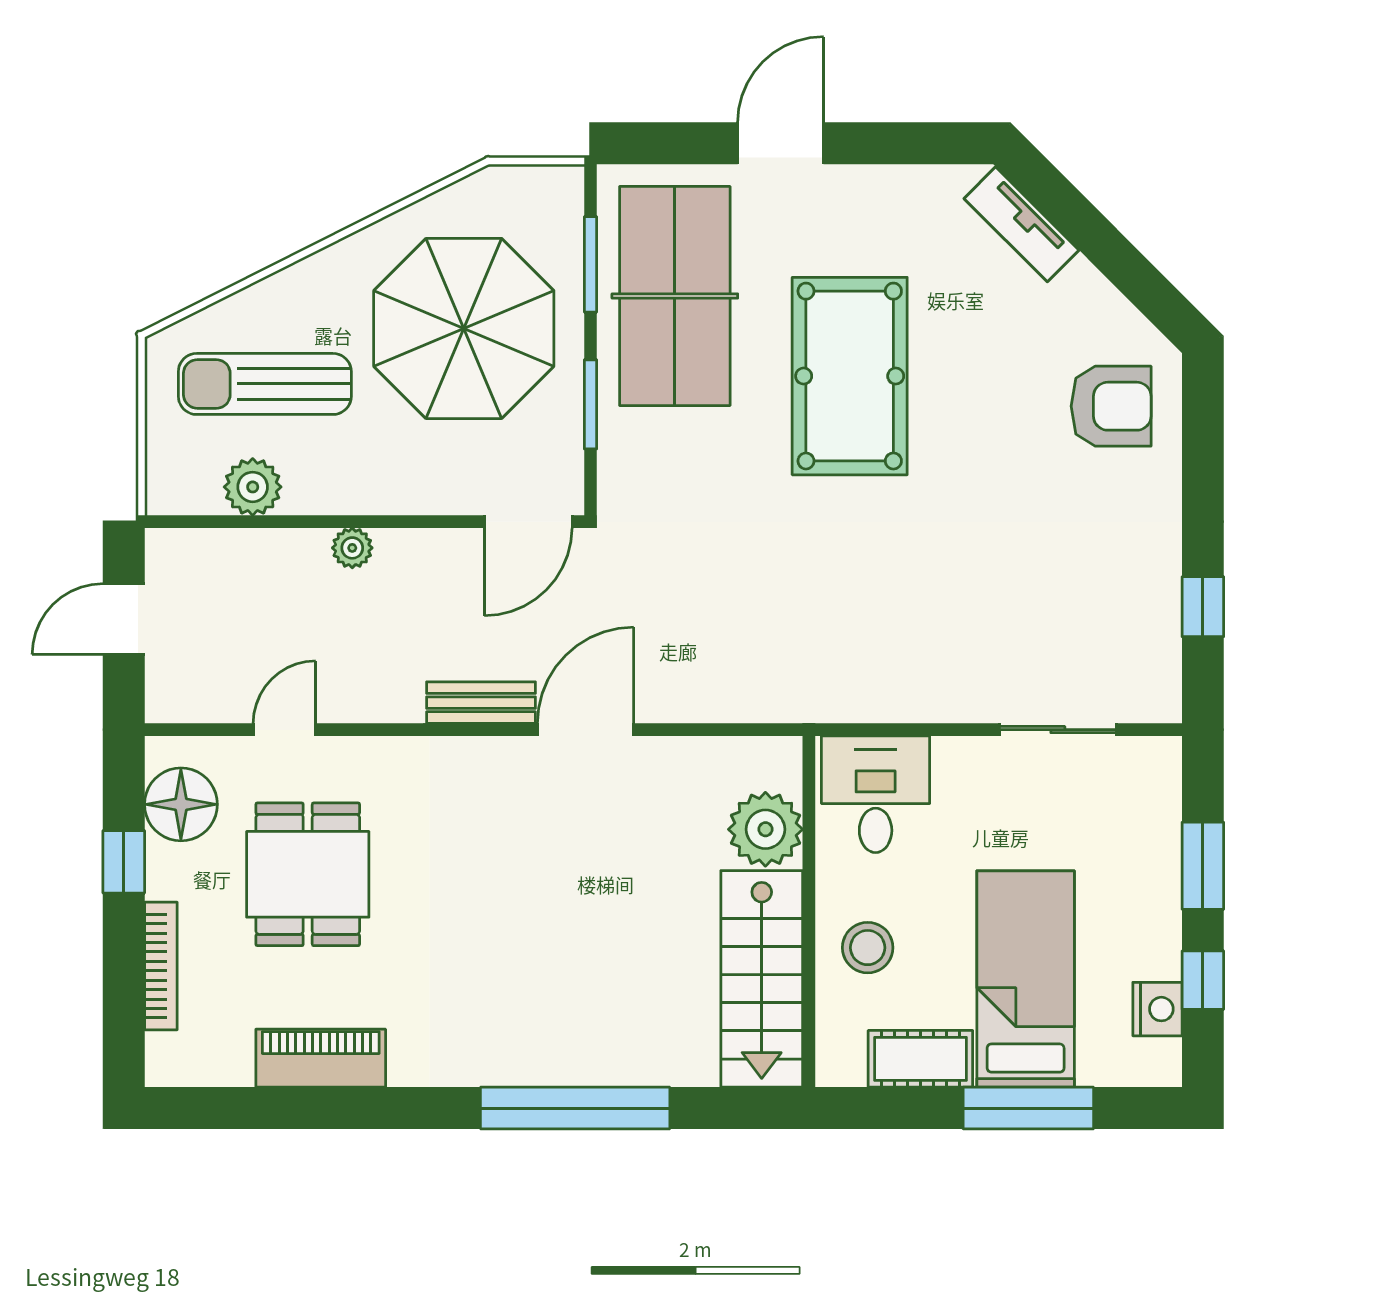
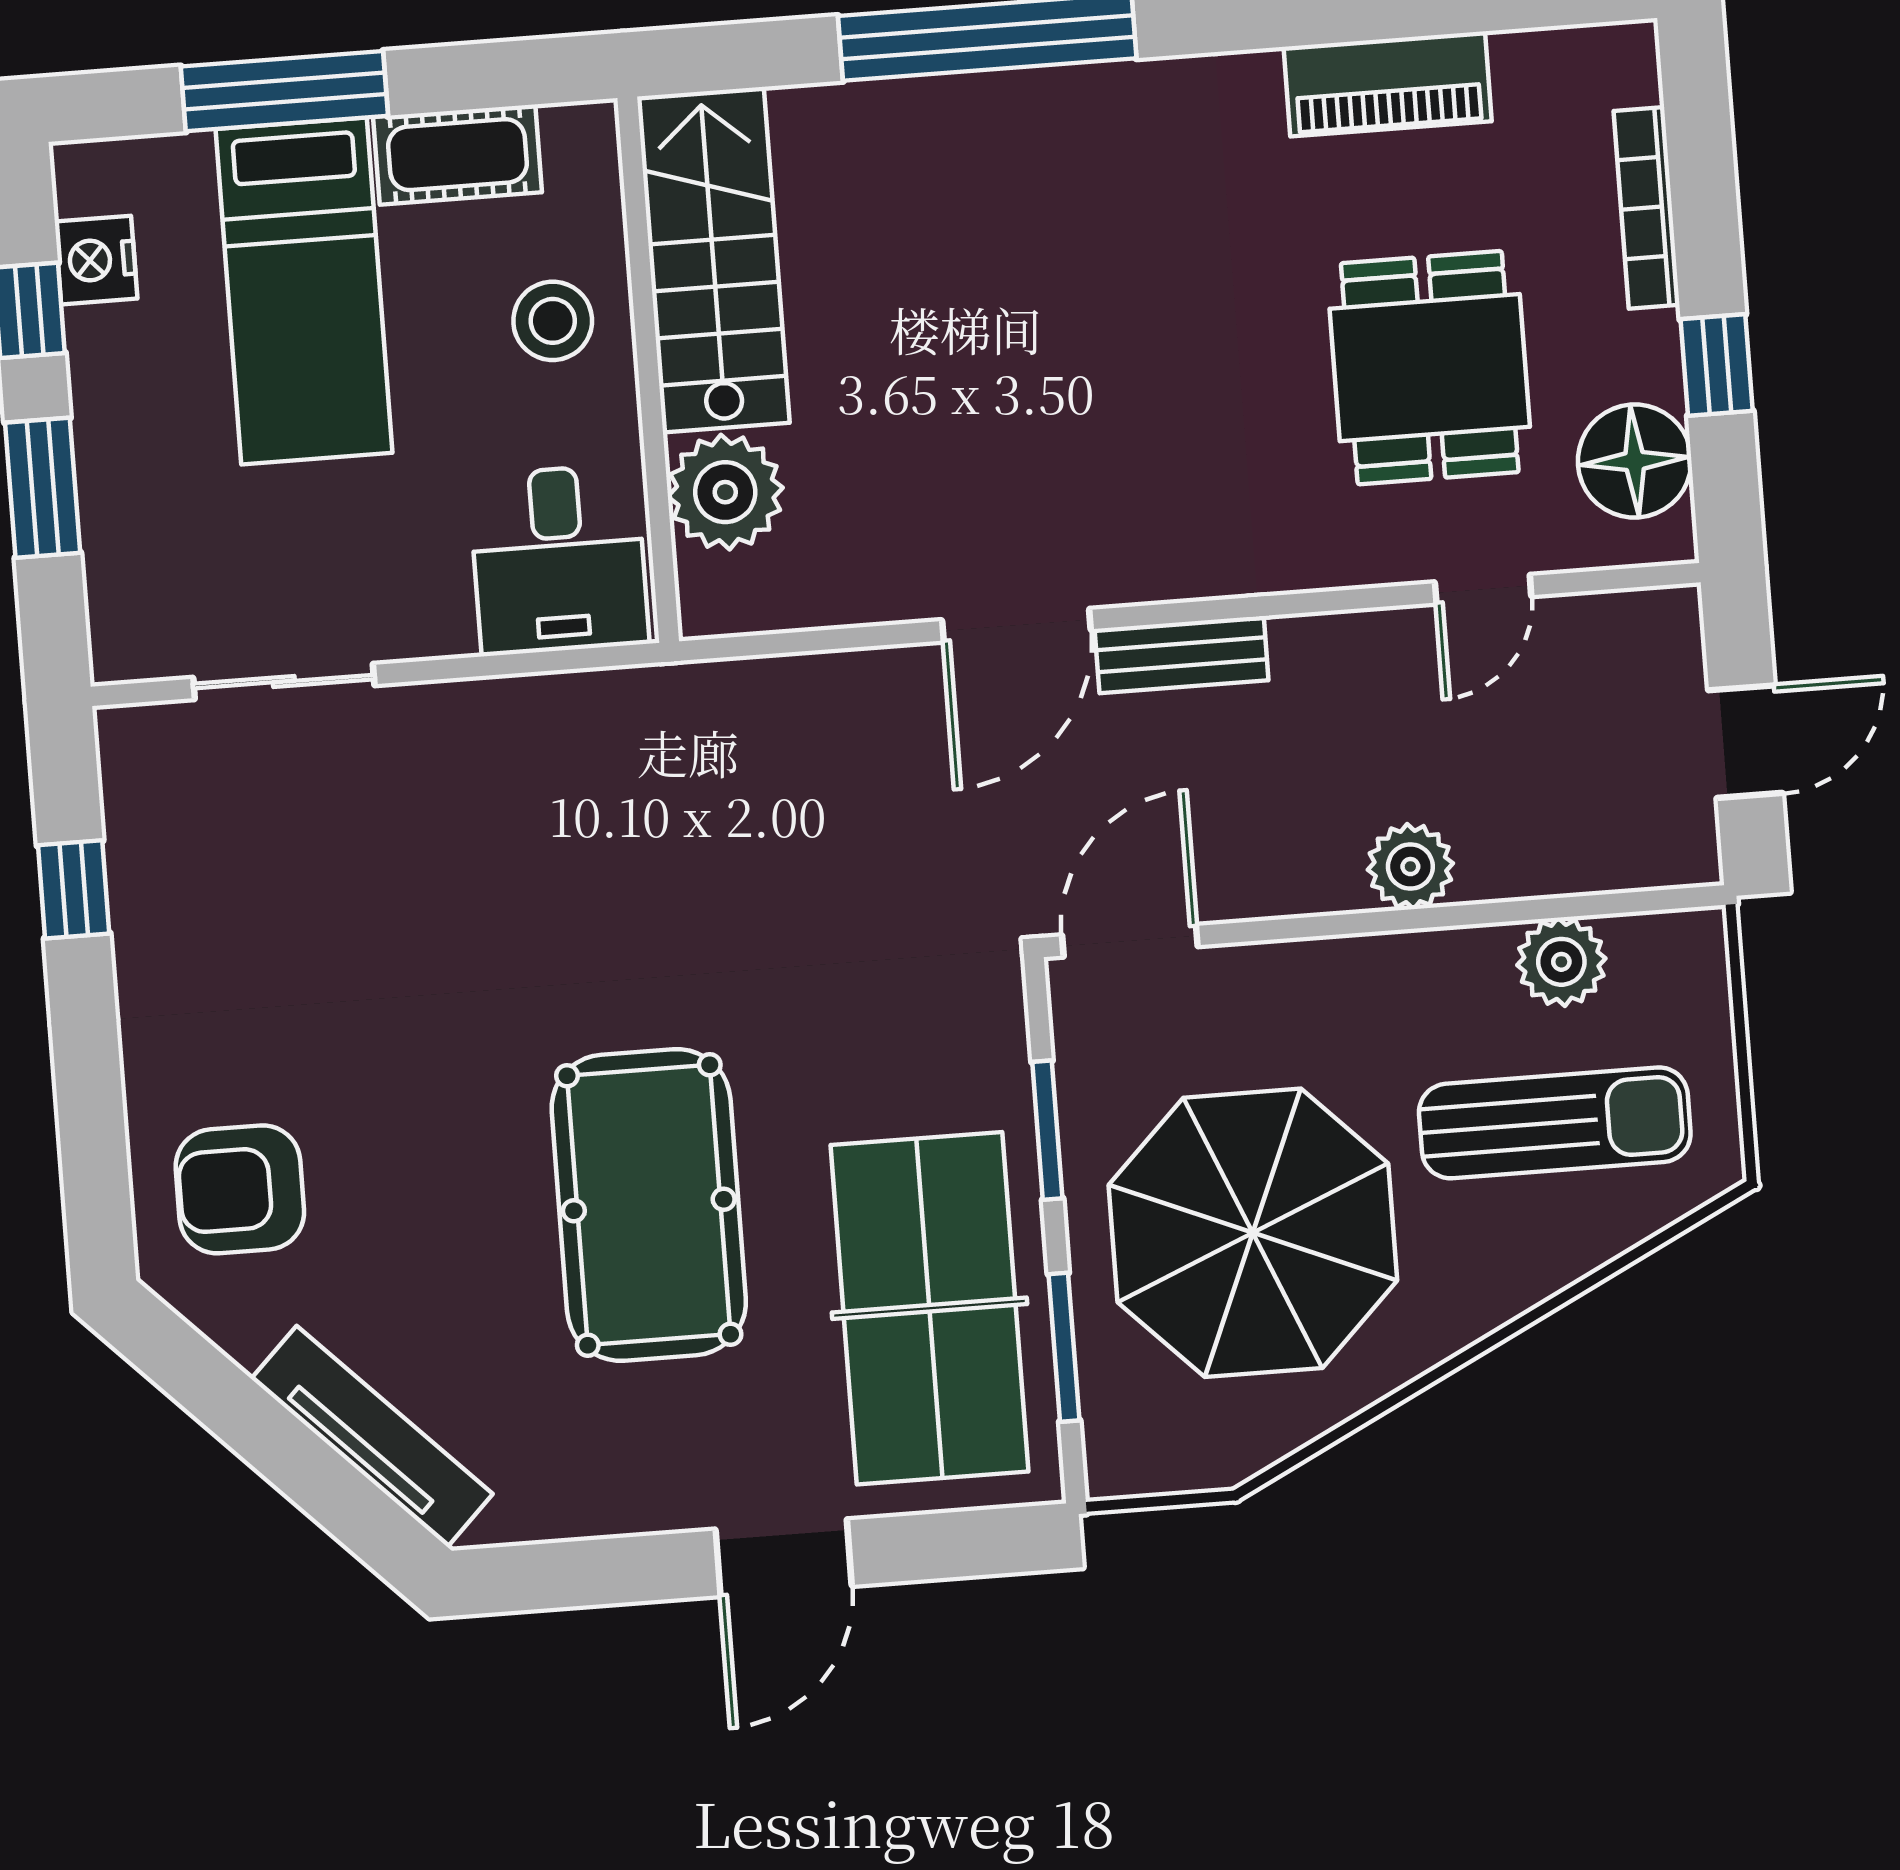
tv unit: (1021, 224) -> (372, 1436), width x1.41
plant: (352, 548) -> (1410, 867), width x1.38, depth x1.38

